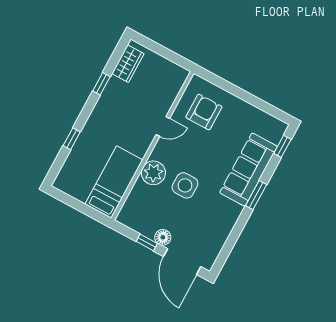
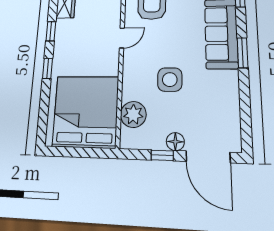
window: (72, 139) -> (47, 68), moved
plant: (153, 173) -> (133, 114), moved
bed: (114, 182) -> (86, 112), width x2.04

